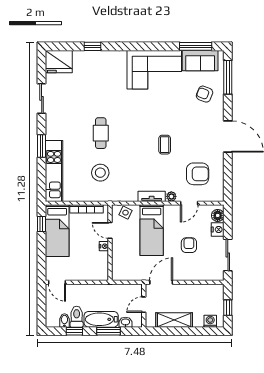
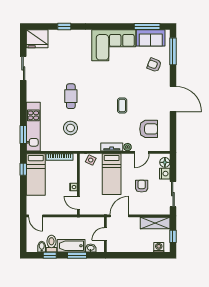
window: (42, 146) -> (23, 134), moved
door: (110, 230) -> (78, 203), moved
shelving: (174, 320) -> (155, 223), moved

